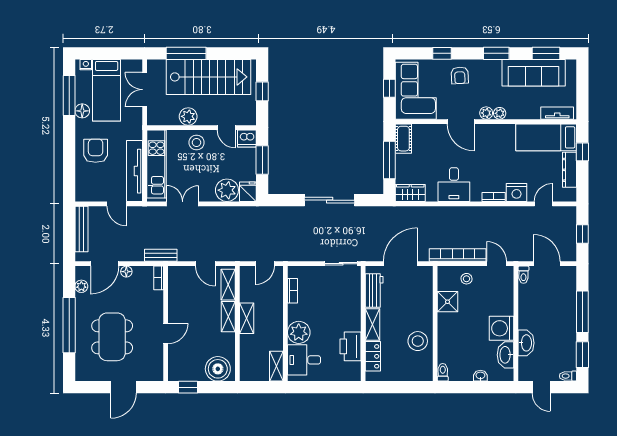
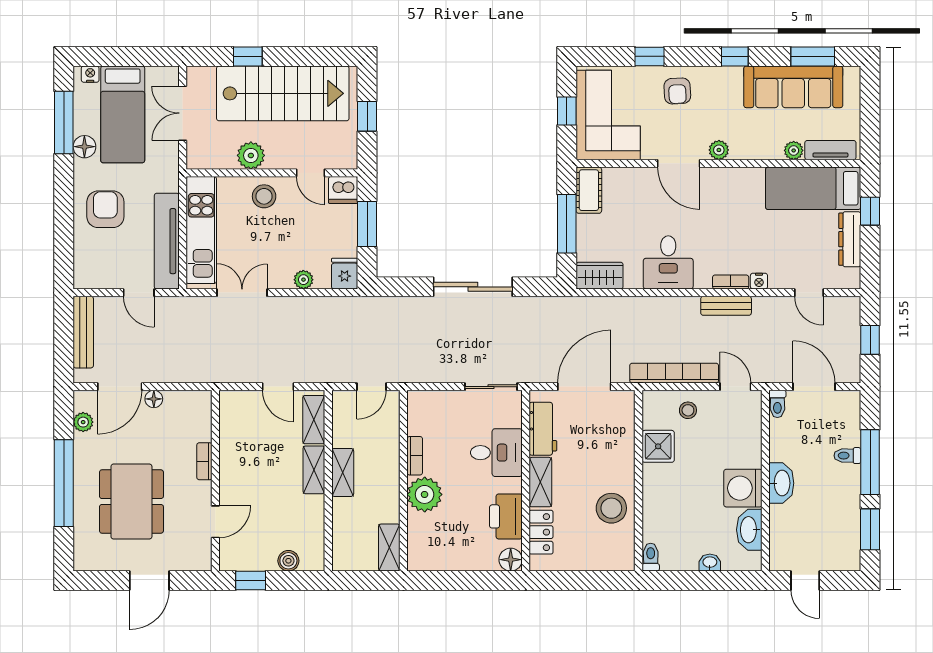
window: (186, 53) -> (248, 56), width x0.46
window: (496, 53) -> (735, 56), width x0.67
plant: (500, 113) -> (794, 150), moved
plant: (227, 190) -> (303, 280), width x0.53, depth x0.53
nightstand: (517, 192) -> (759, 281), width x0.53, depth x0.56
door: (543, 204) -> (809, 293), swing flipped
bench: (161, 255) -> (726, 306), moved
bookcase: (159, 278) -> (204, 461), moved
bookcase: (293, 291) -> (415, 456), moved
door: (166, 334) -> (215, 522), moved
washbasin: (526, 343) -> (781, 483), moved
desk: (304, 360) -> (496, 453), moved, turned 180
boiler: (218, 369) -> (288, 561), width x0.54, depth x0.54
floor lamp: (354, 374) -> (511, 560), added
toilet: (568, 376) -> (847, 456), moved

